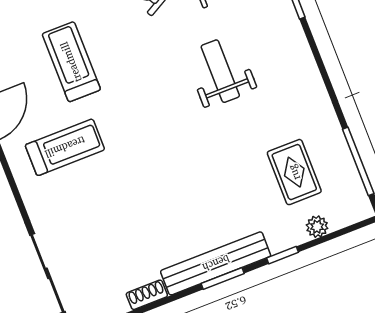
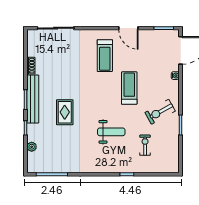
treadmill: (71, 62) -> (129, 88), moved, turned -90
rug: (294, 172) -> (65, 112), moved, turned 90

